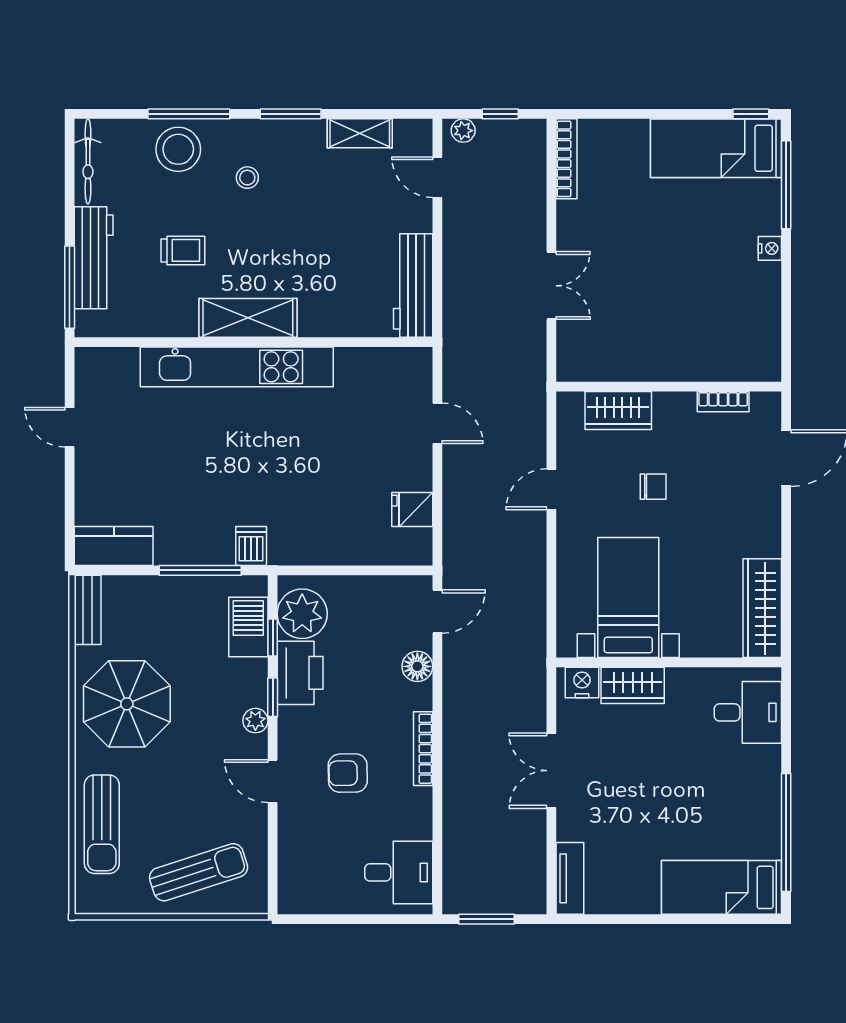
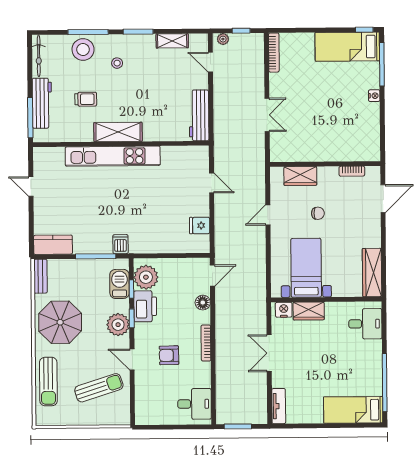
plant: (255, 721) -> (118, 325), width x1.88, depth x1.88
sun lounger: (199, 872) -> (99, 388), moved

